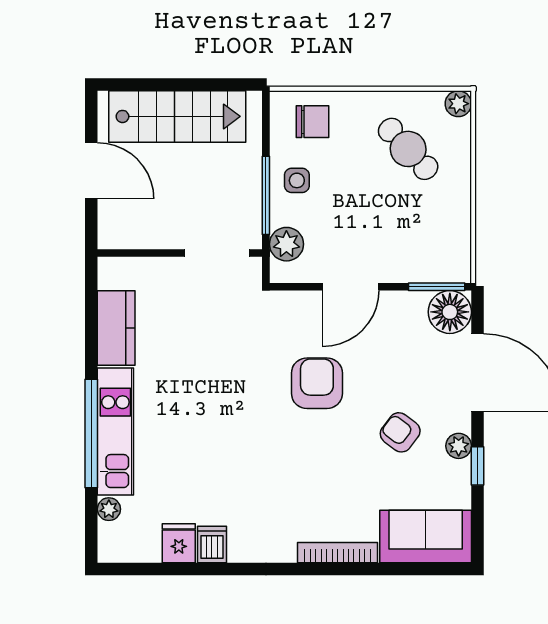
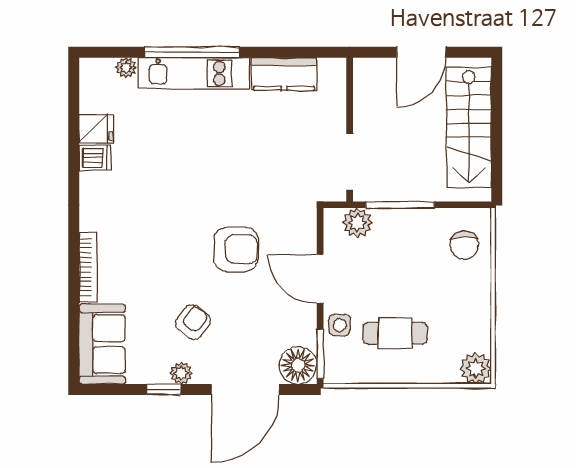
plant: (458, 104) -> (476, 368), width x1.38, depth x1.38
cafe table: (408, 149) -> (395, 333), moved, turned 43
side table: (297, 180) -> (340, 325), moved

